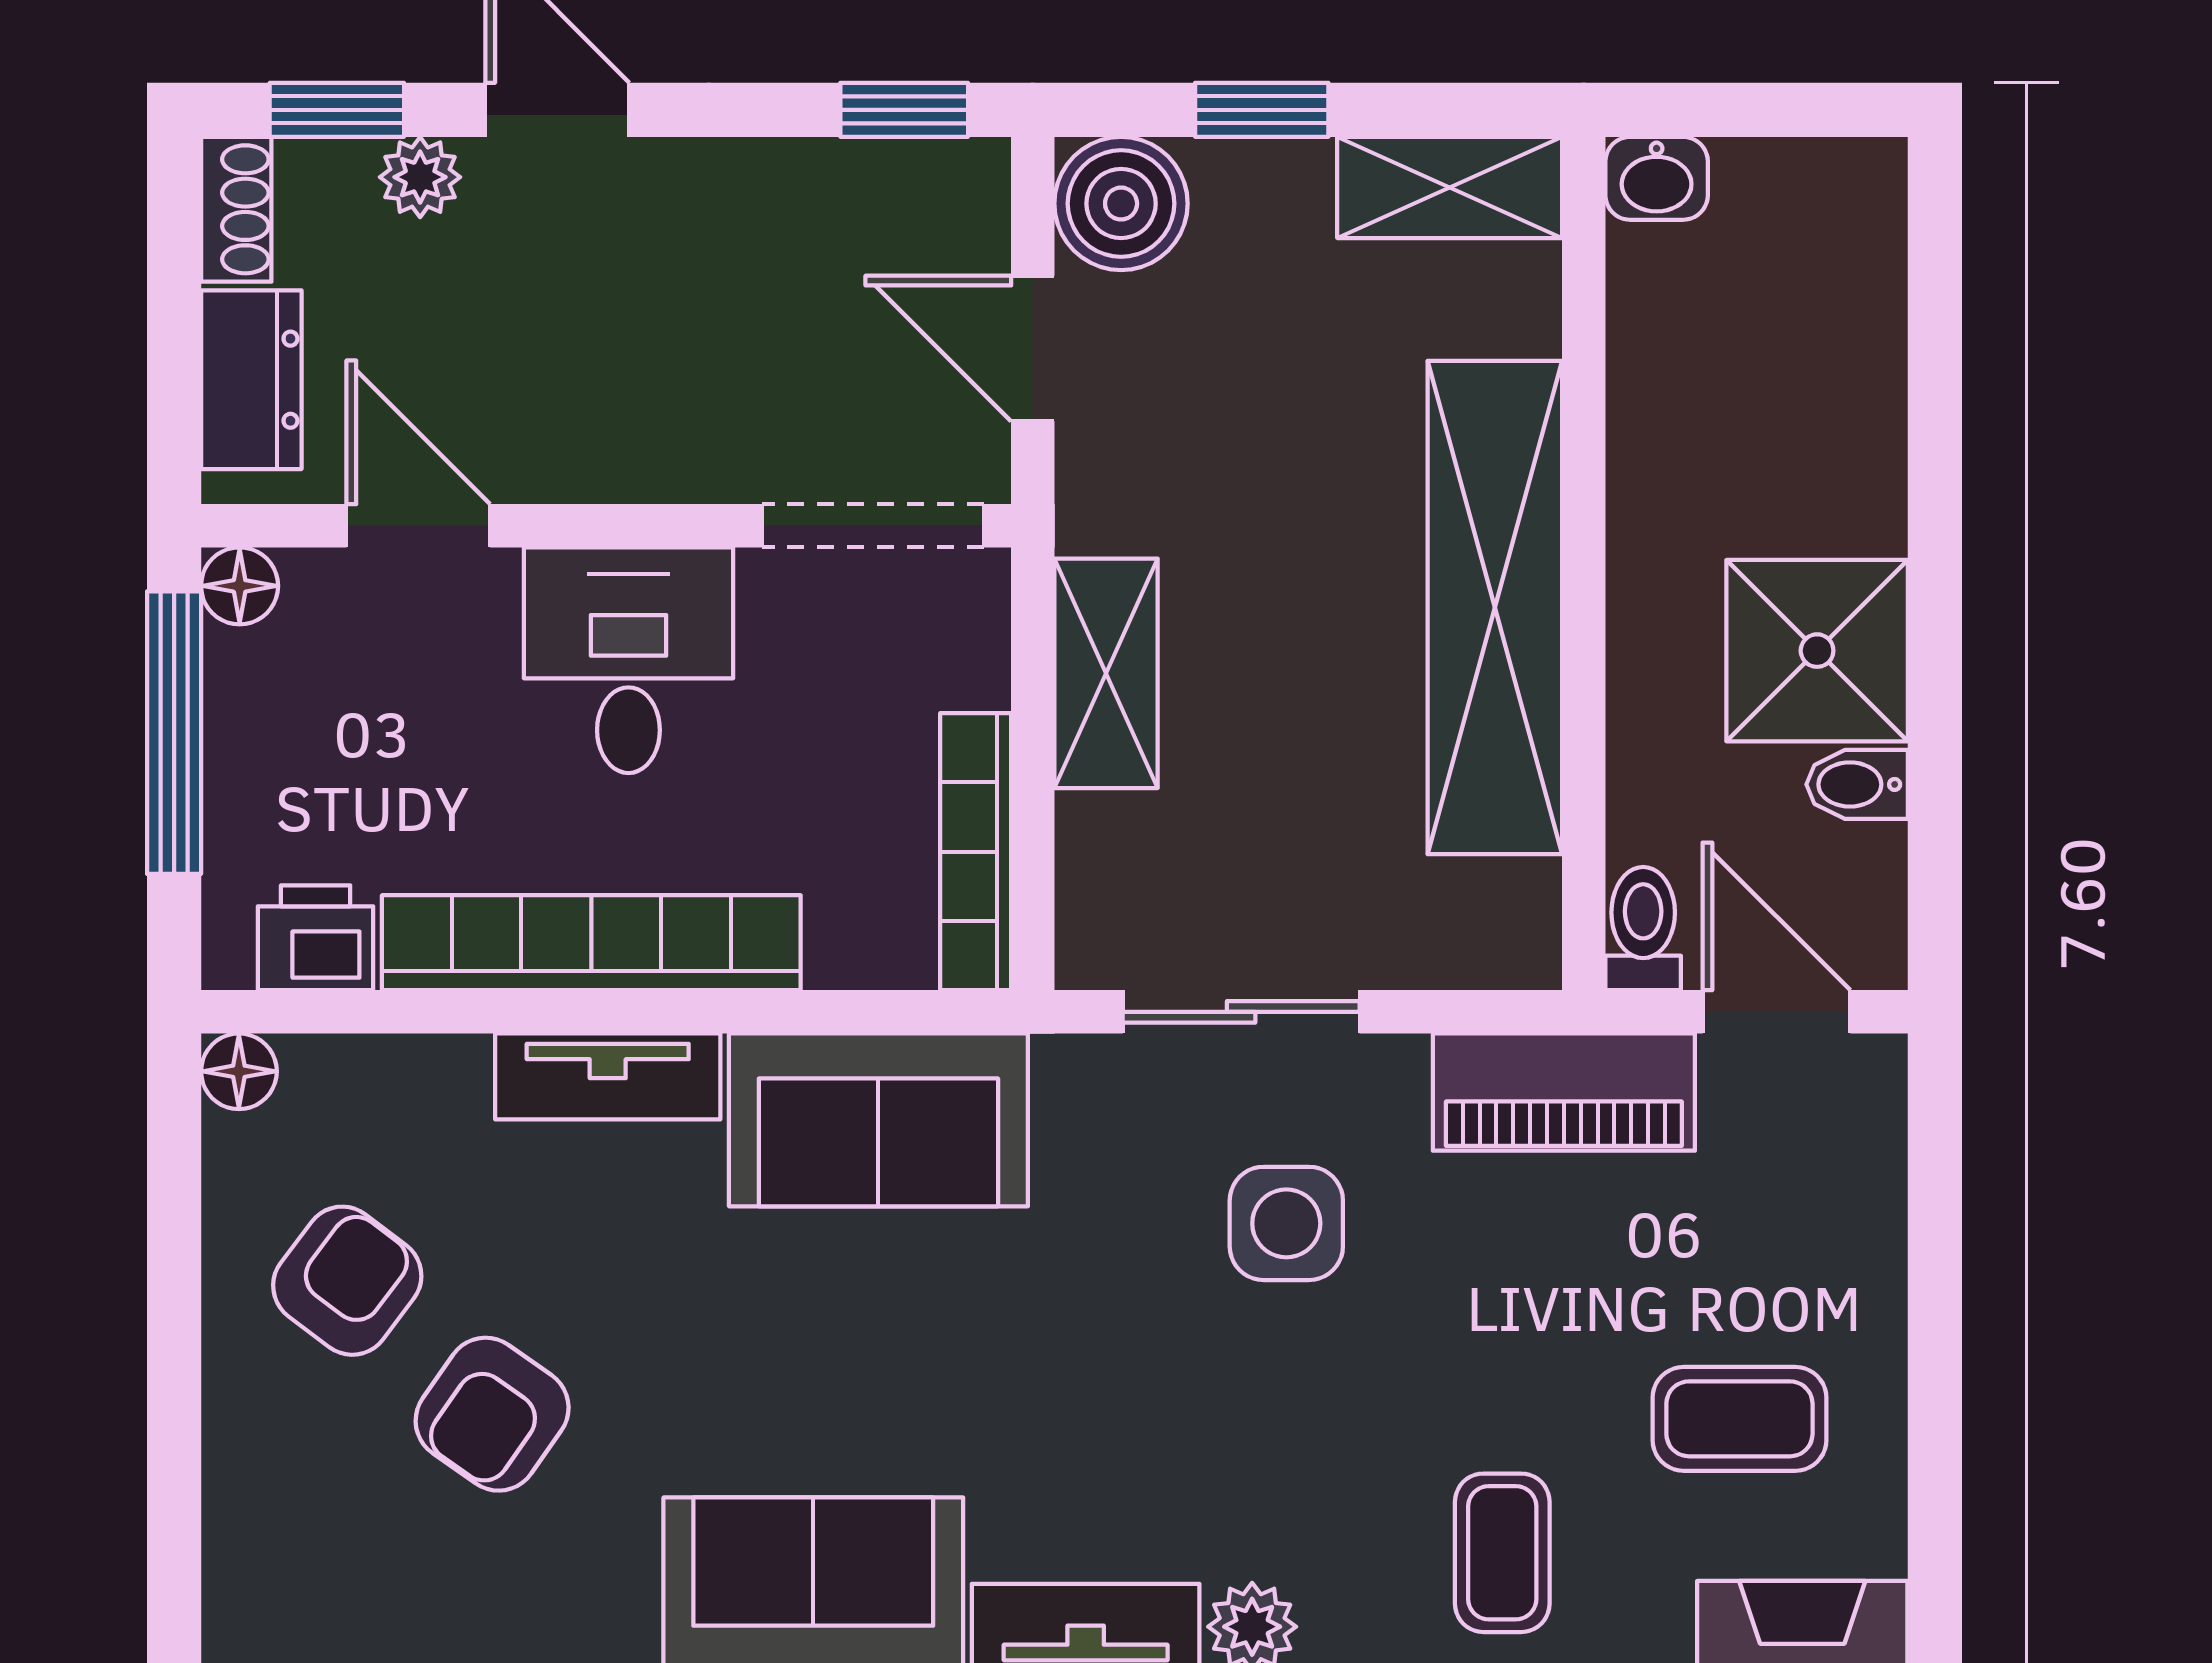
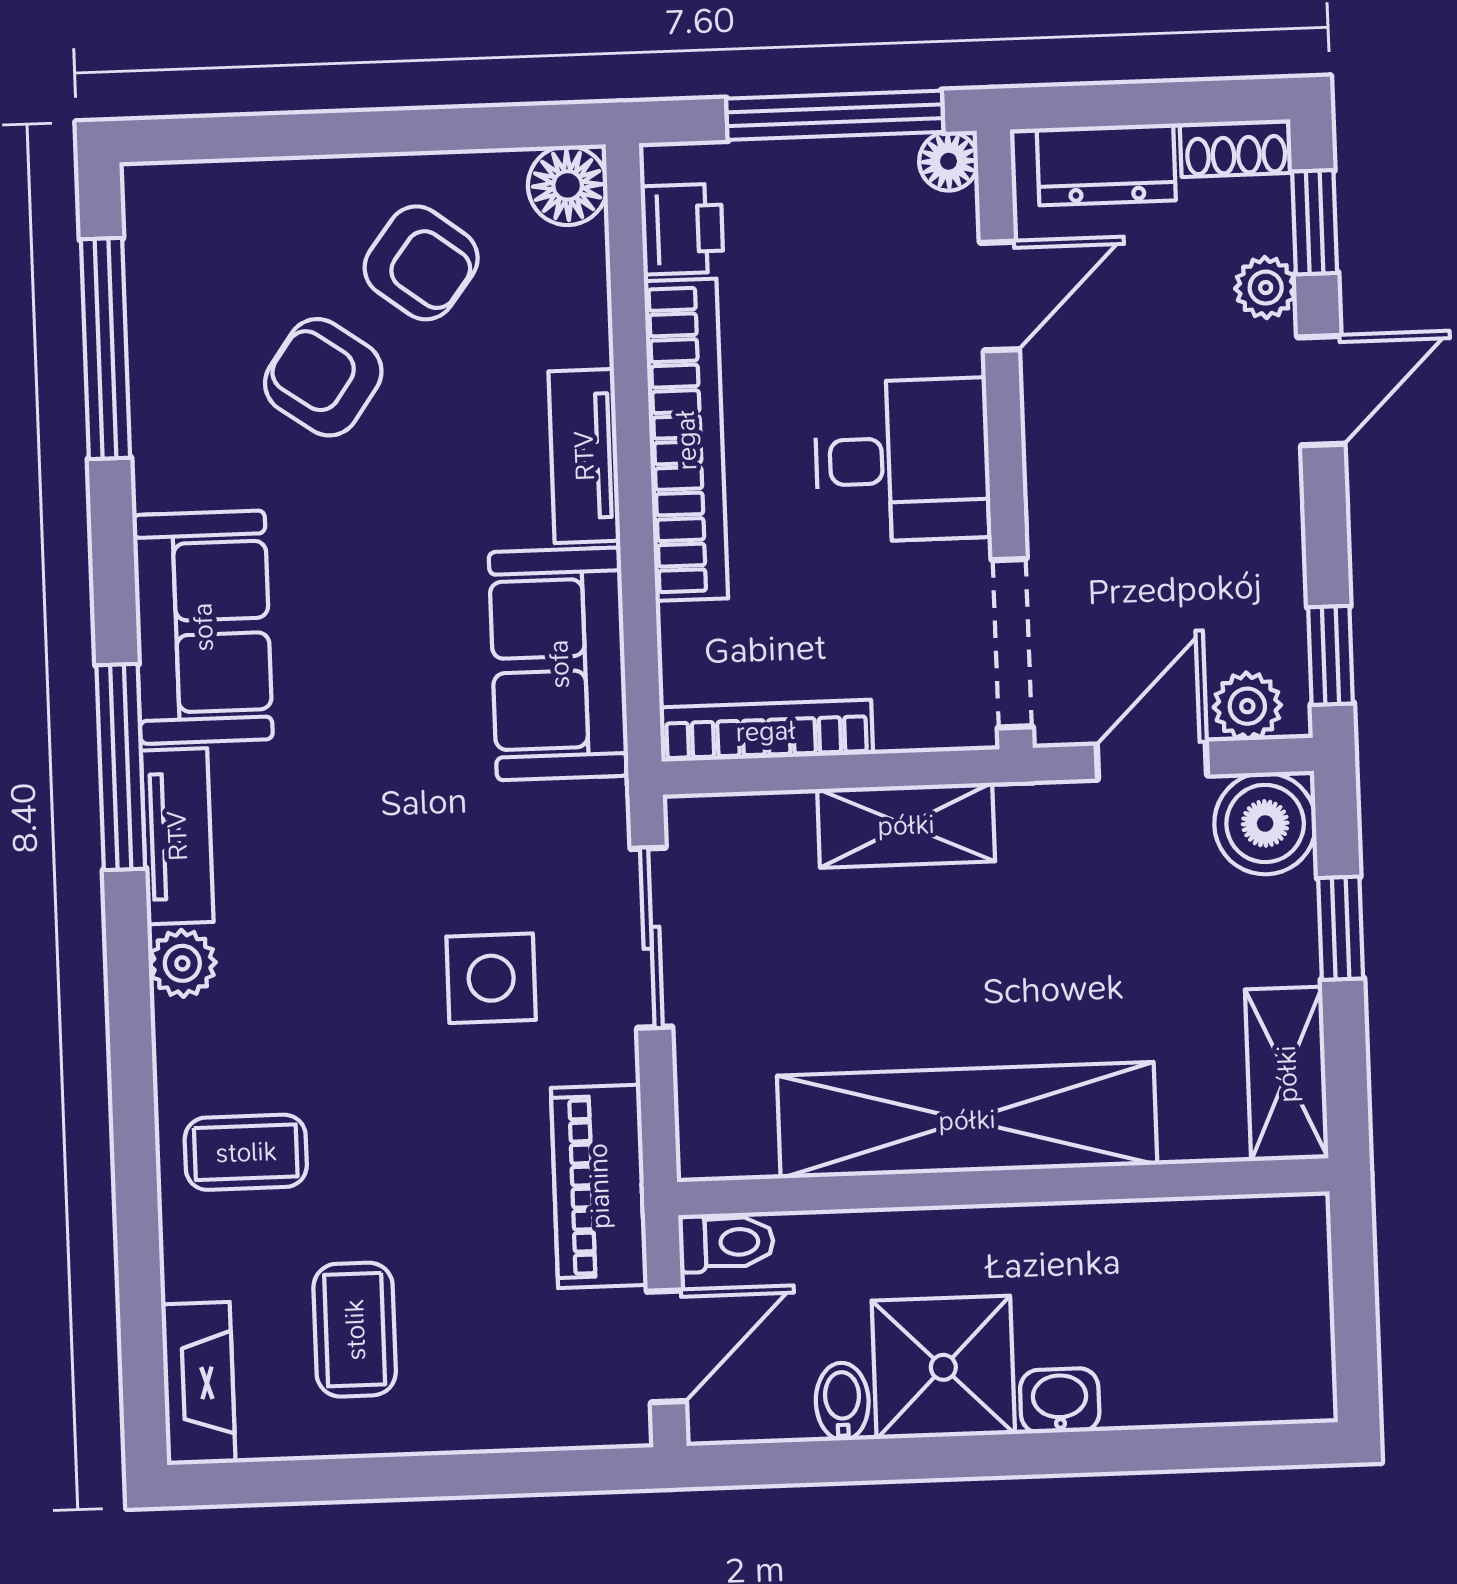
washbasin: (1657, 178) -> (1060, 1401), moved, turned 90
plant: (967, 221) -> (1247, 706), added
floor lamp: (239, 1071) -> (568, 185), width x1.37, depth x1.37

